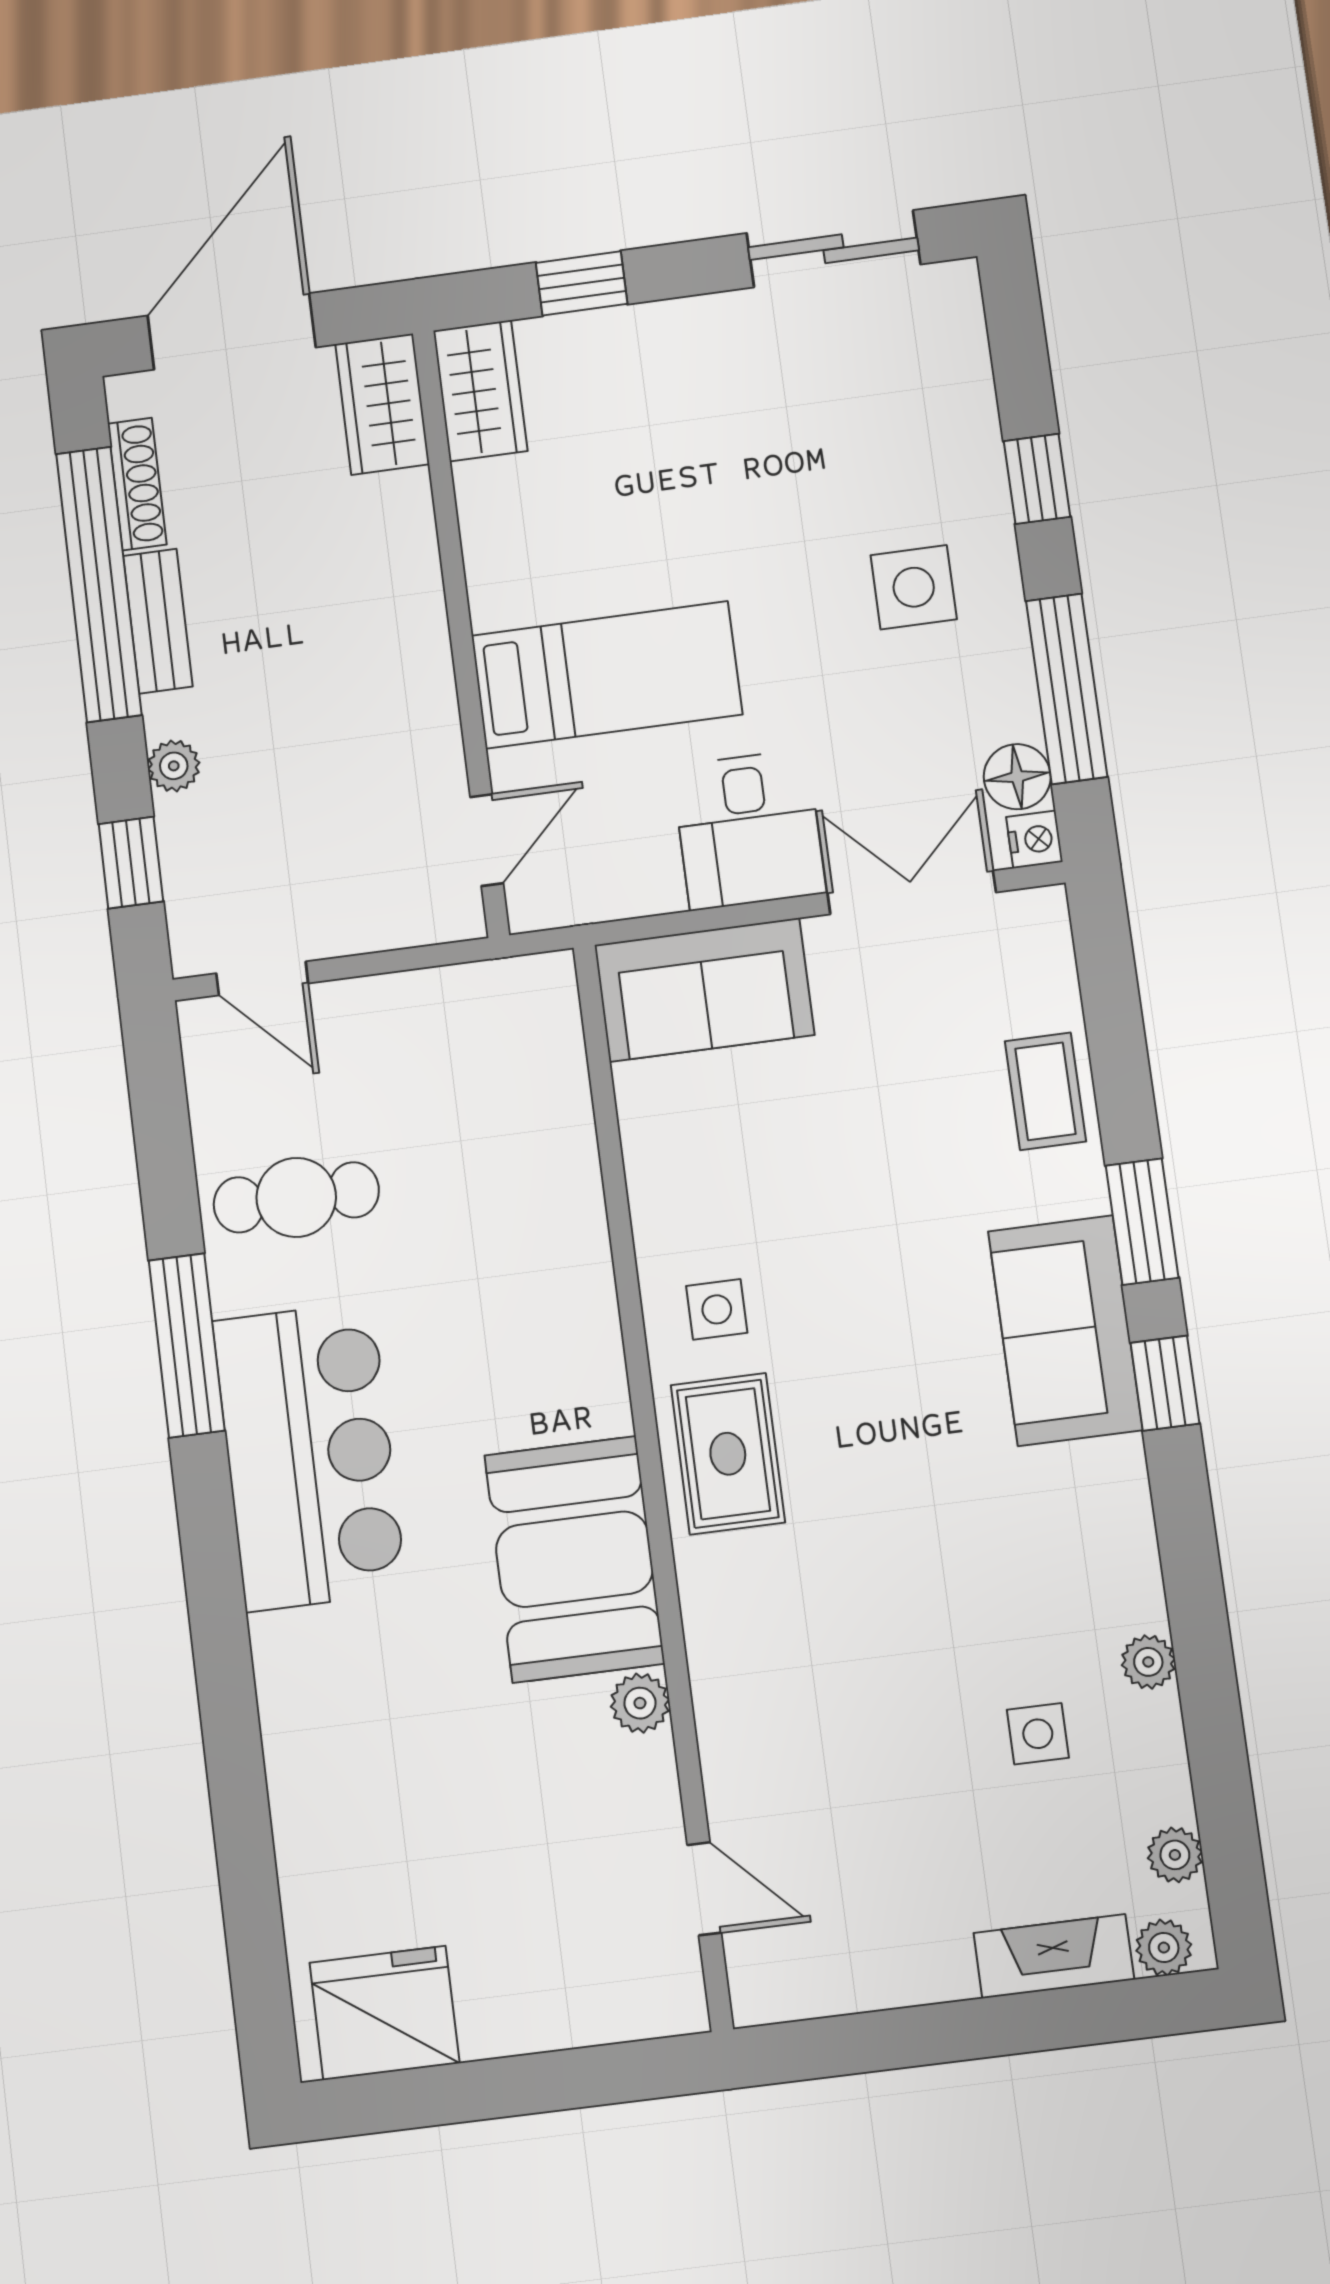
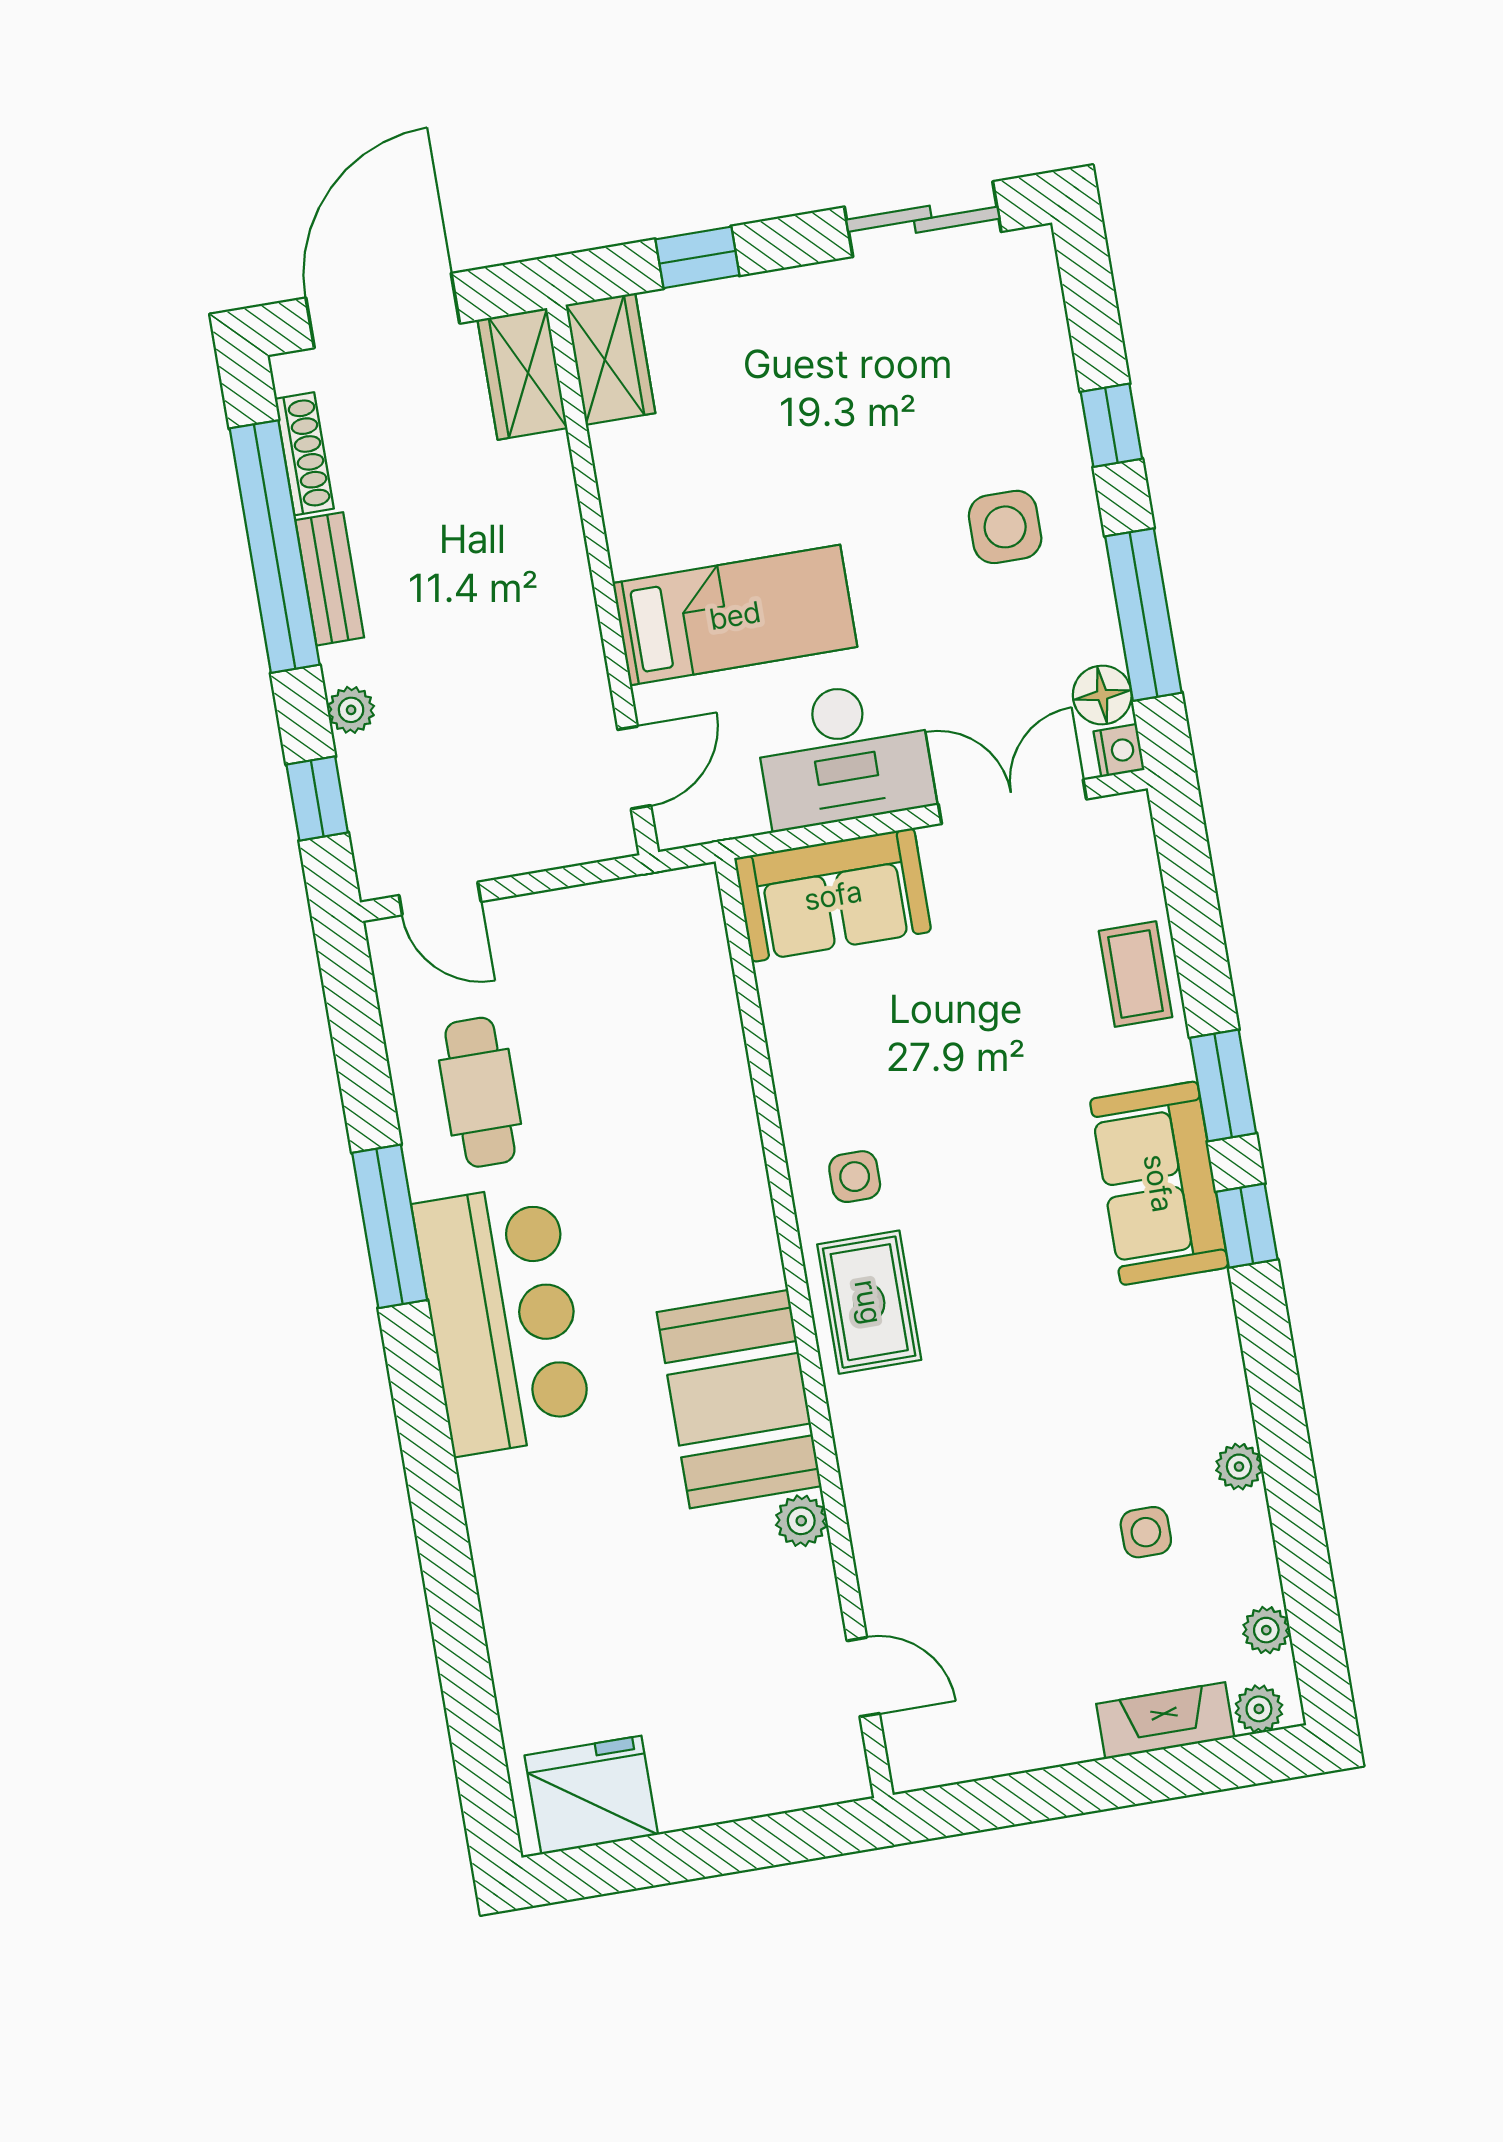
desk: (749, 830) -> (844, 754), width x1.37
cafe table: (296, 1197) -> (480, 1092), turned 90

